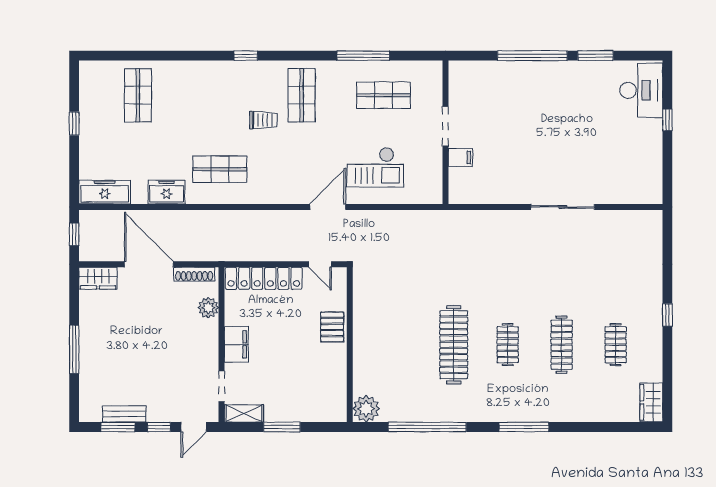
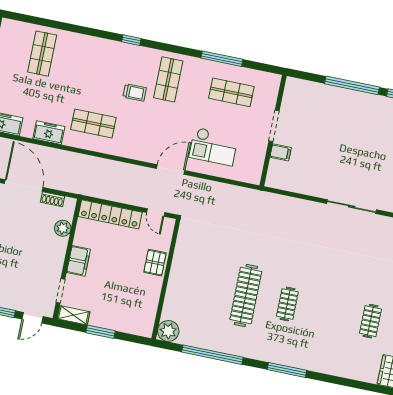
shoe rack: (194, 274) -> (52, 199), width x0.70
clothes rail: (562, 345) -> (329, 313), removed

